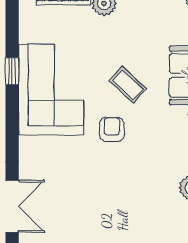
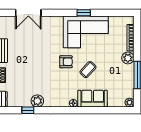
window: (12, 71) -> (84, 13), moved

